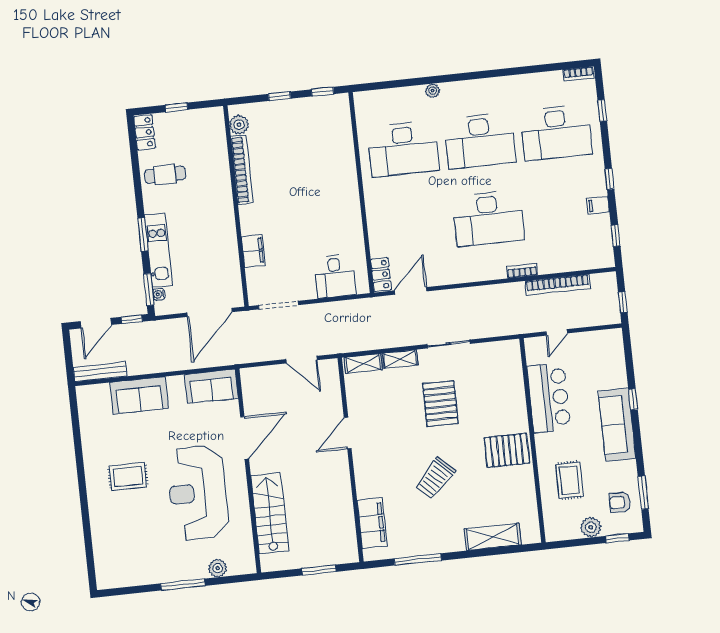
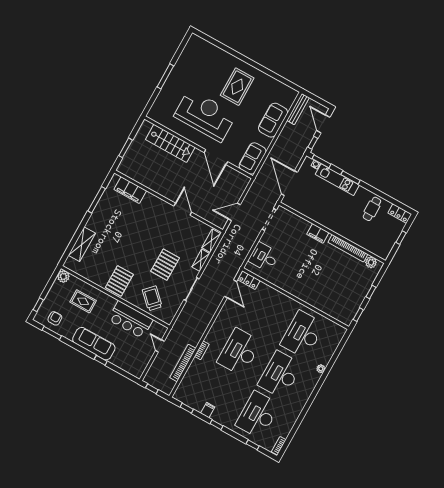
filing cabinet: (253, 251) -> (318, 233), moved
pallet: (440, 404) -> (165, 265), turned 90
rug: (128, 477) -> (237, 87), width x1.36, depth x1.43
trolley: (435, 478) -> (152, 298), moved
plant: (591, 527) -> (63, 276), moved
plant: (218, 568) -> (161, 99), removed

